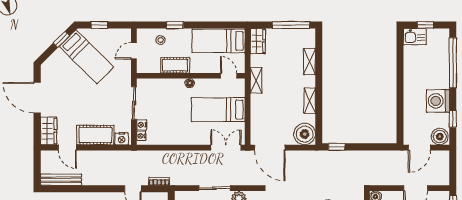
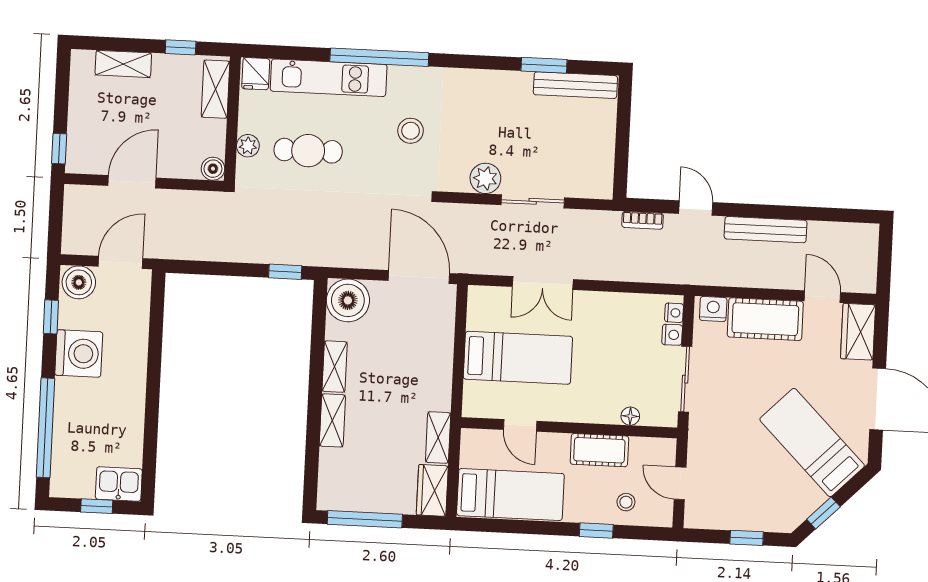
door: (134, 51) -> (680, 483), swing flipped
bed: (86, 57) -> (812, 443), moved
shelving: (309, 62) -> (332, 420), moved
door: (229, 76) -> (520, 425), moved
shelving: (256, 80) -> (438, 438), moved
floor lamp: (190, 83) -> (630, 416), moved
double door: (226, 148) -> (543, 283), moved
bench: (61, 180) -> (766, 230), moved

